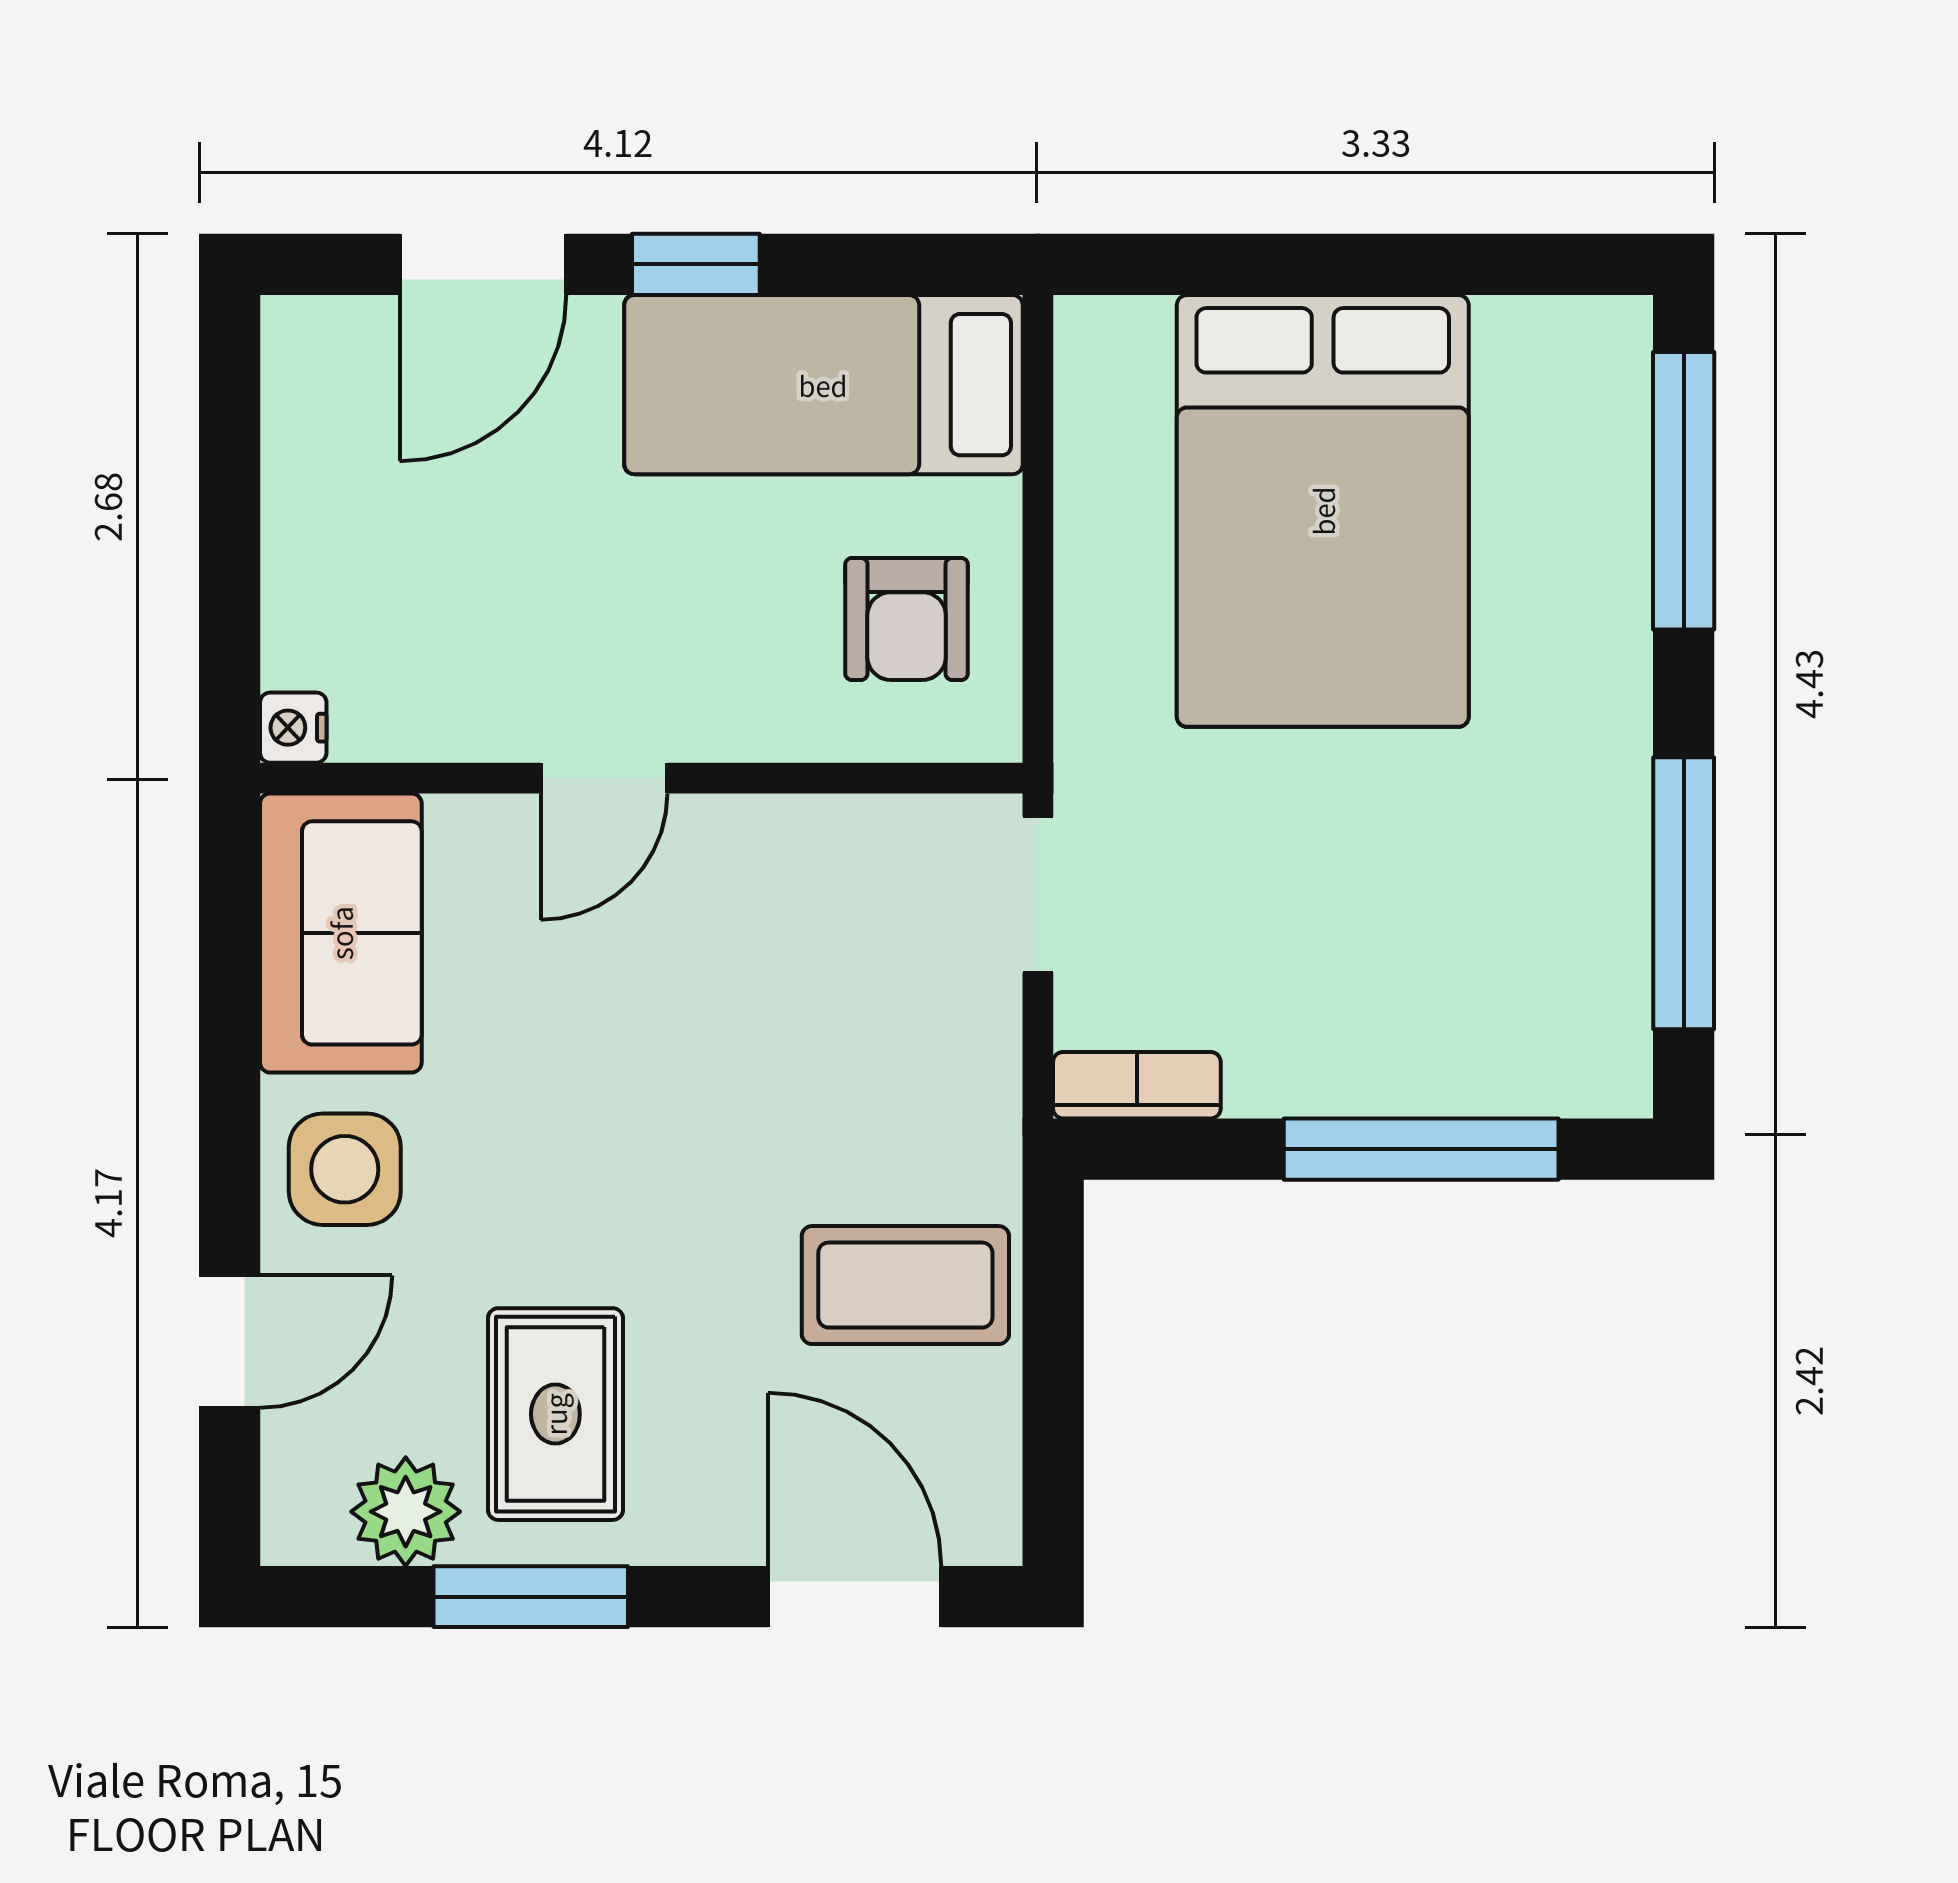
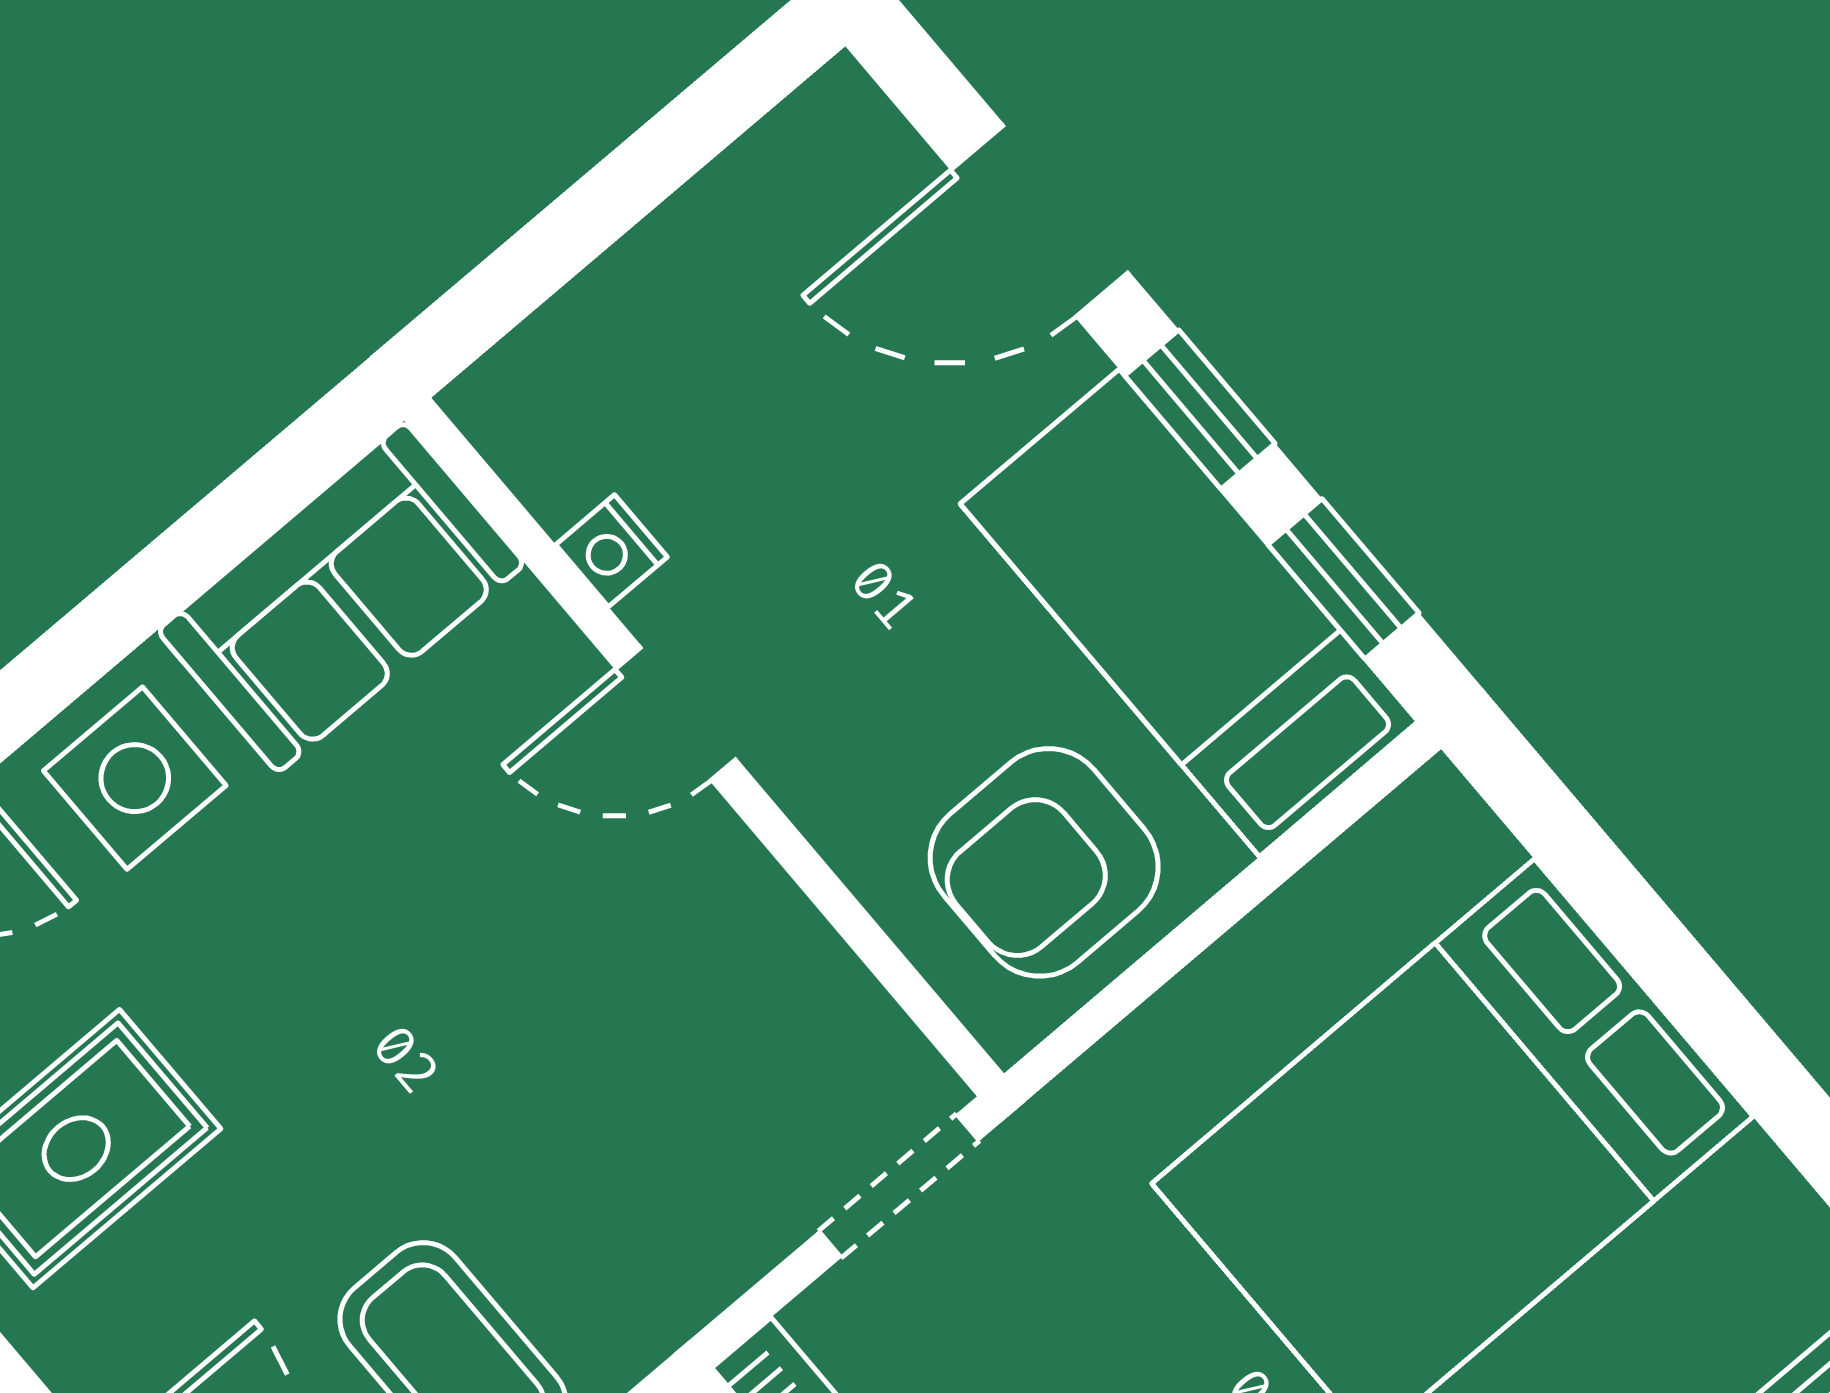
window: (887, 264) -> (1343, 579), added
armchair: (907, 619) -> (1044, 862), width x1.38, depth x1.38
nightstand: (293, 728) -> (611, 551), moved, turned -90

